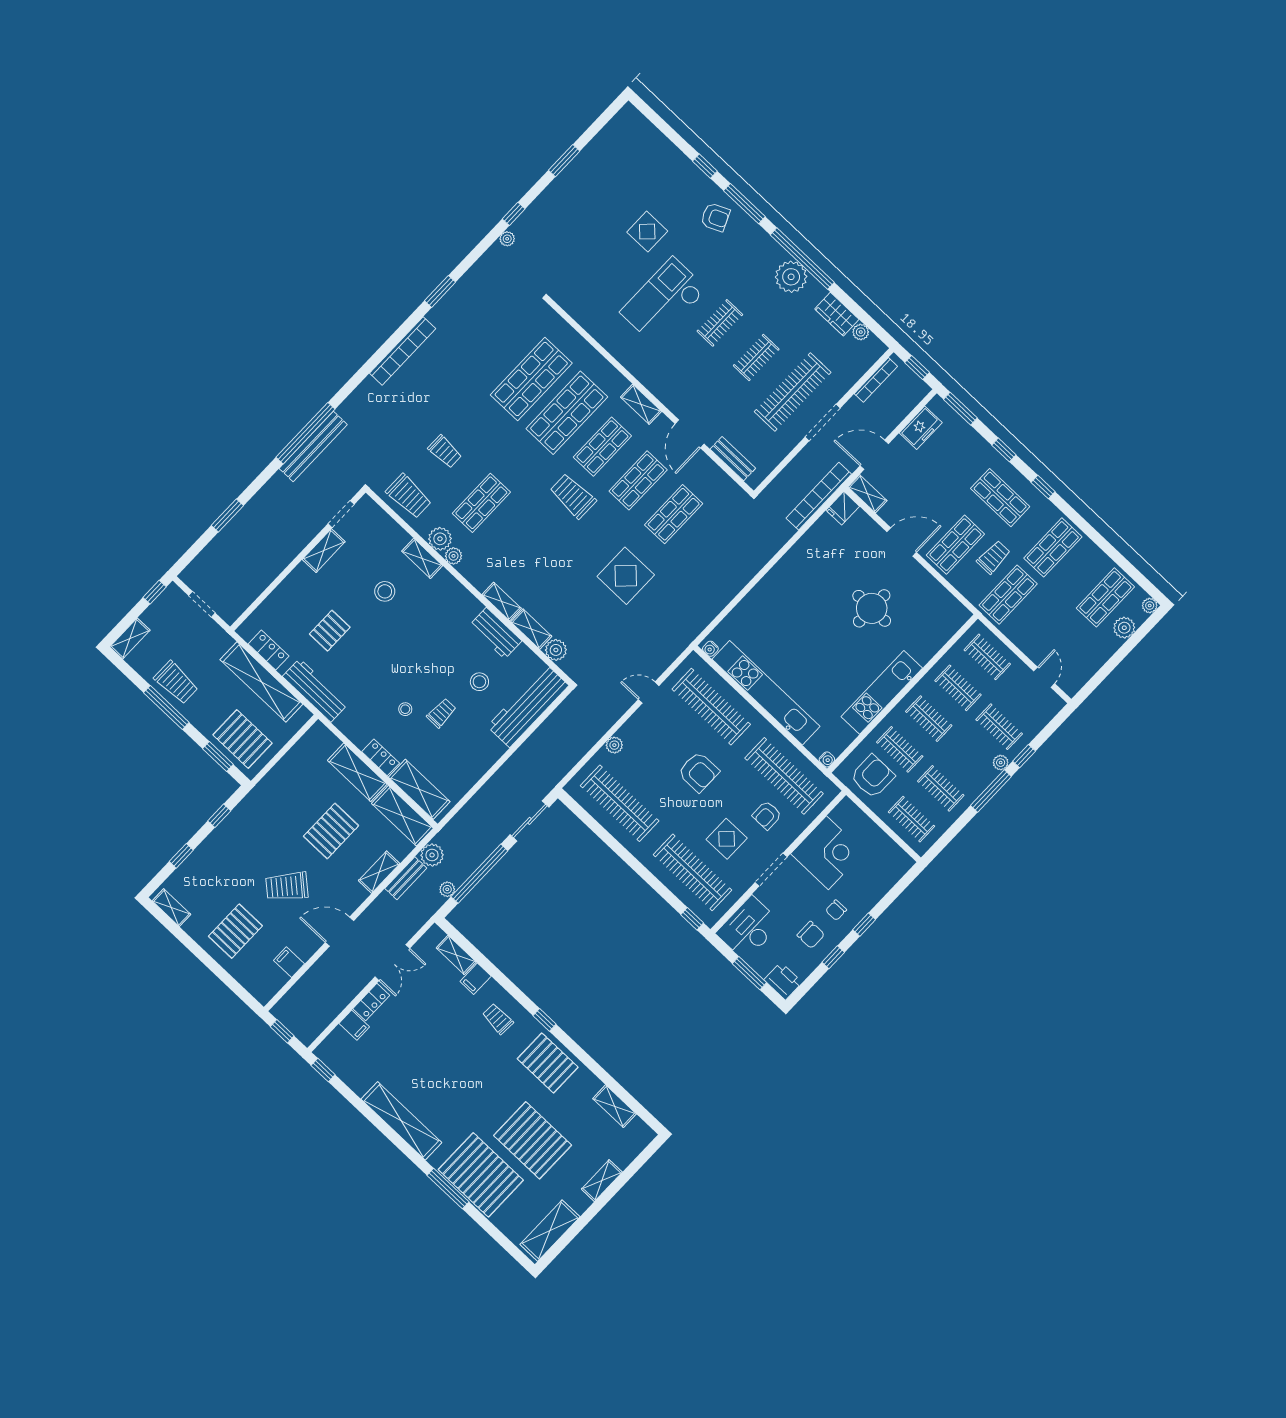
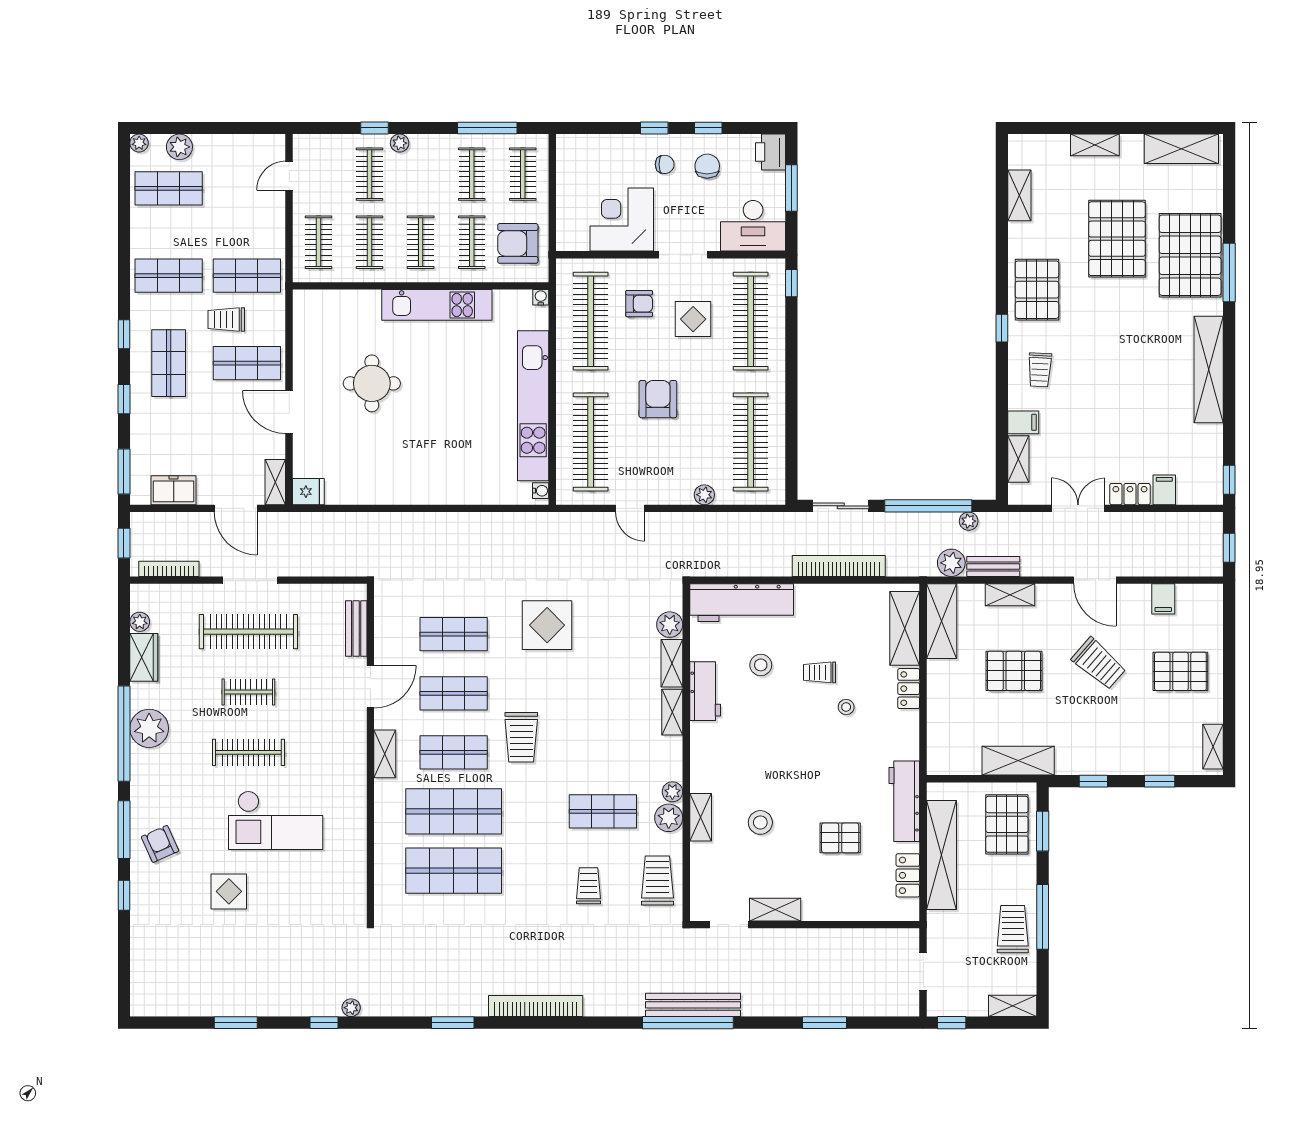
clothes rail: (720, 323) -> (248, 752), width x1.36
bookcase: (819, 496) -> (839, 566), moved, turned 180
shelving: (357, 772) -> (1018, 761), moved, turned 90
window: (991, 791) -> (487, 128), moved

